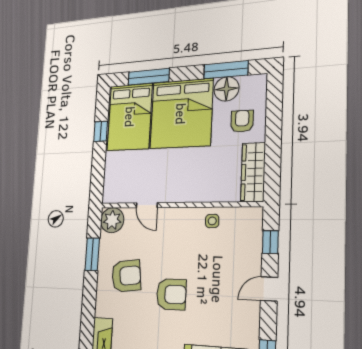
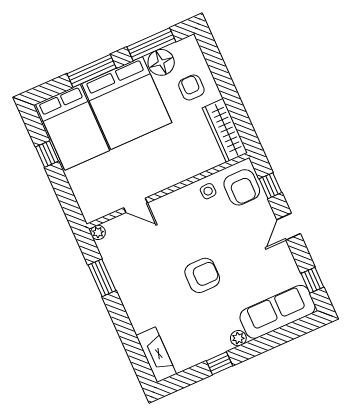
window: (149, 77) -> (92, 71), moved
plant: (112, 220) -> (98, 232), width x0.53, depth x0.53
armchair: (126, 276) -> (242, 187), moved, turned 97

